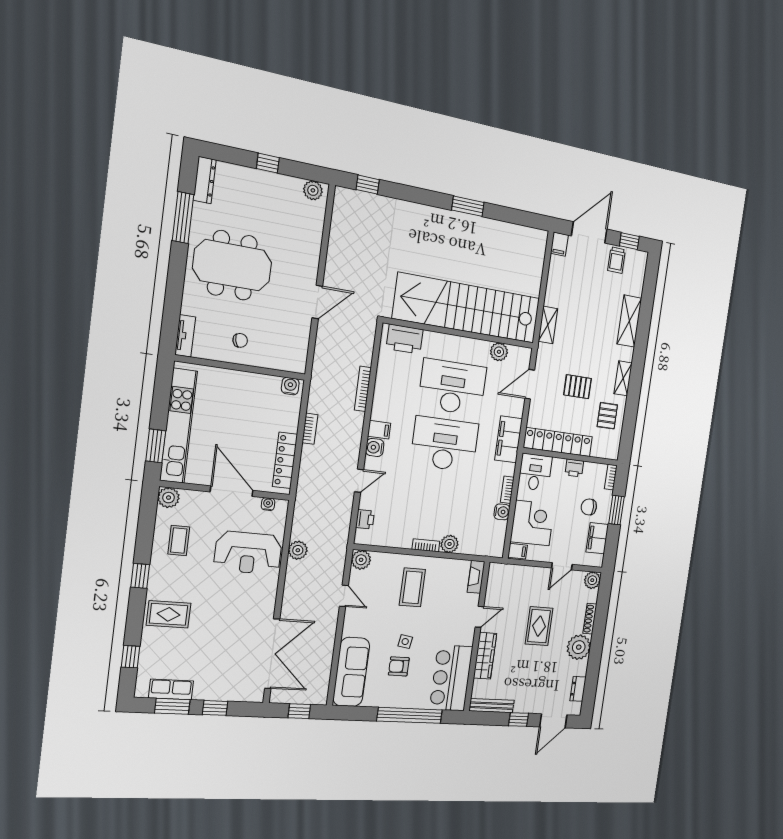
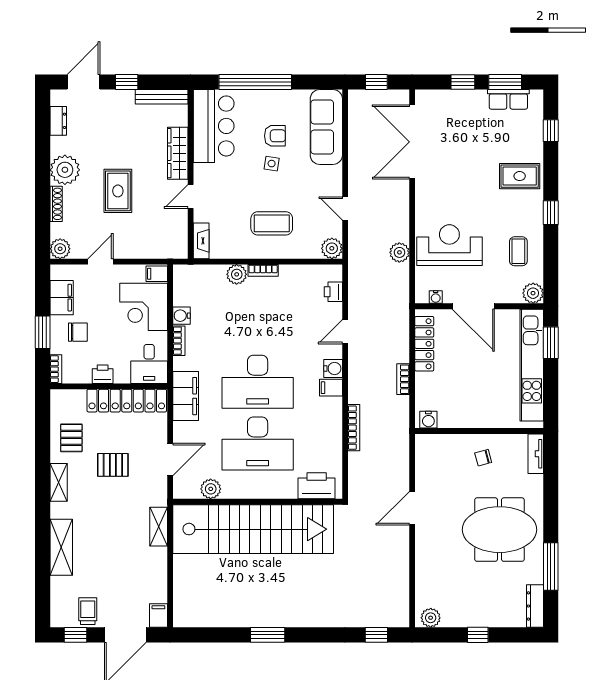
coffee table: (412, 587) -> (272, 223), turned 90

